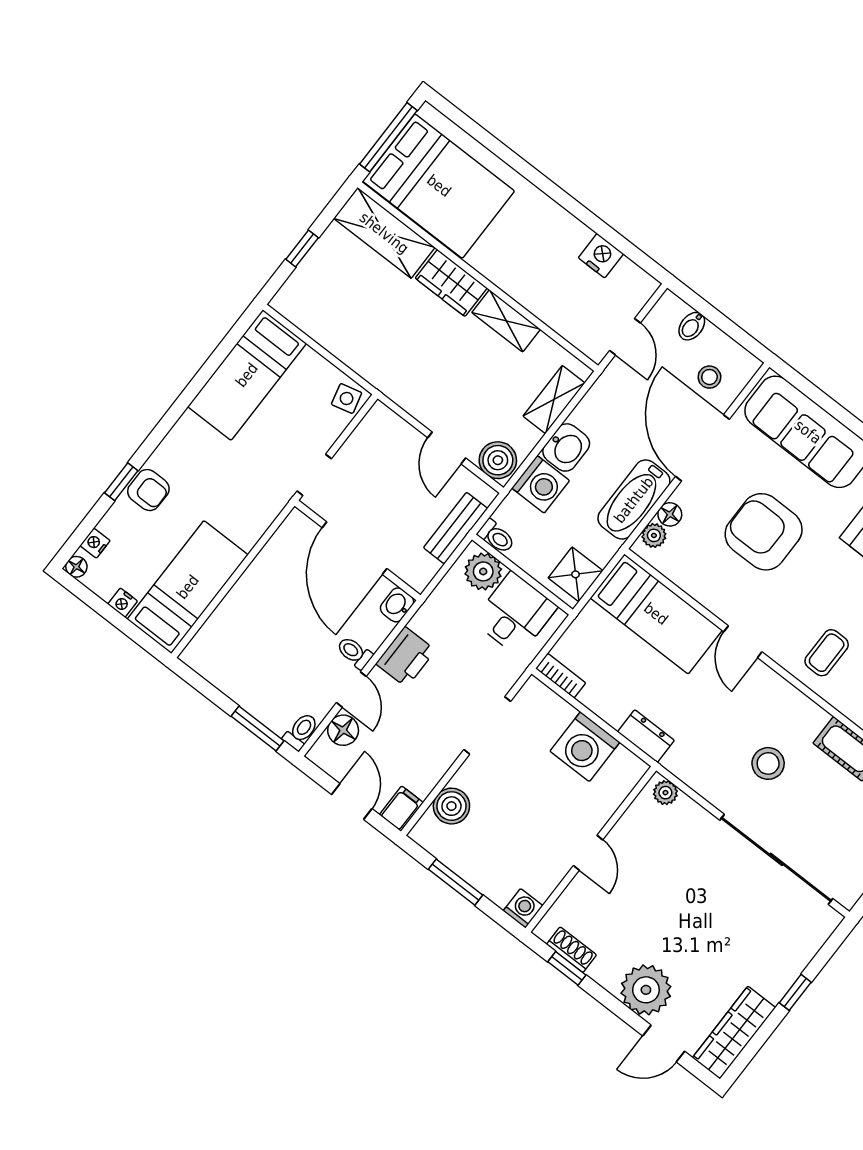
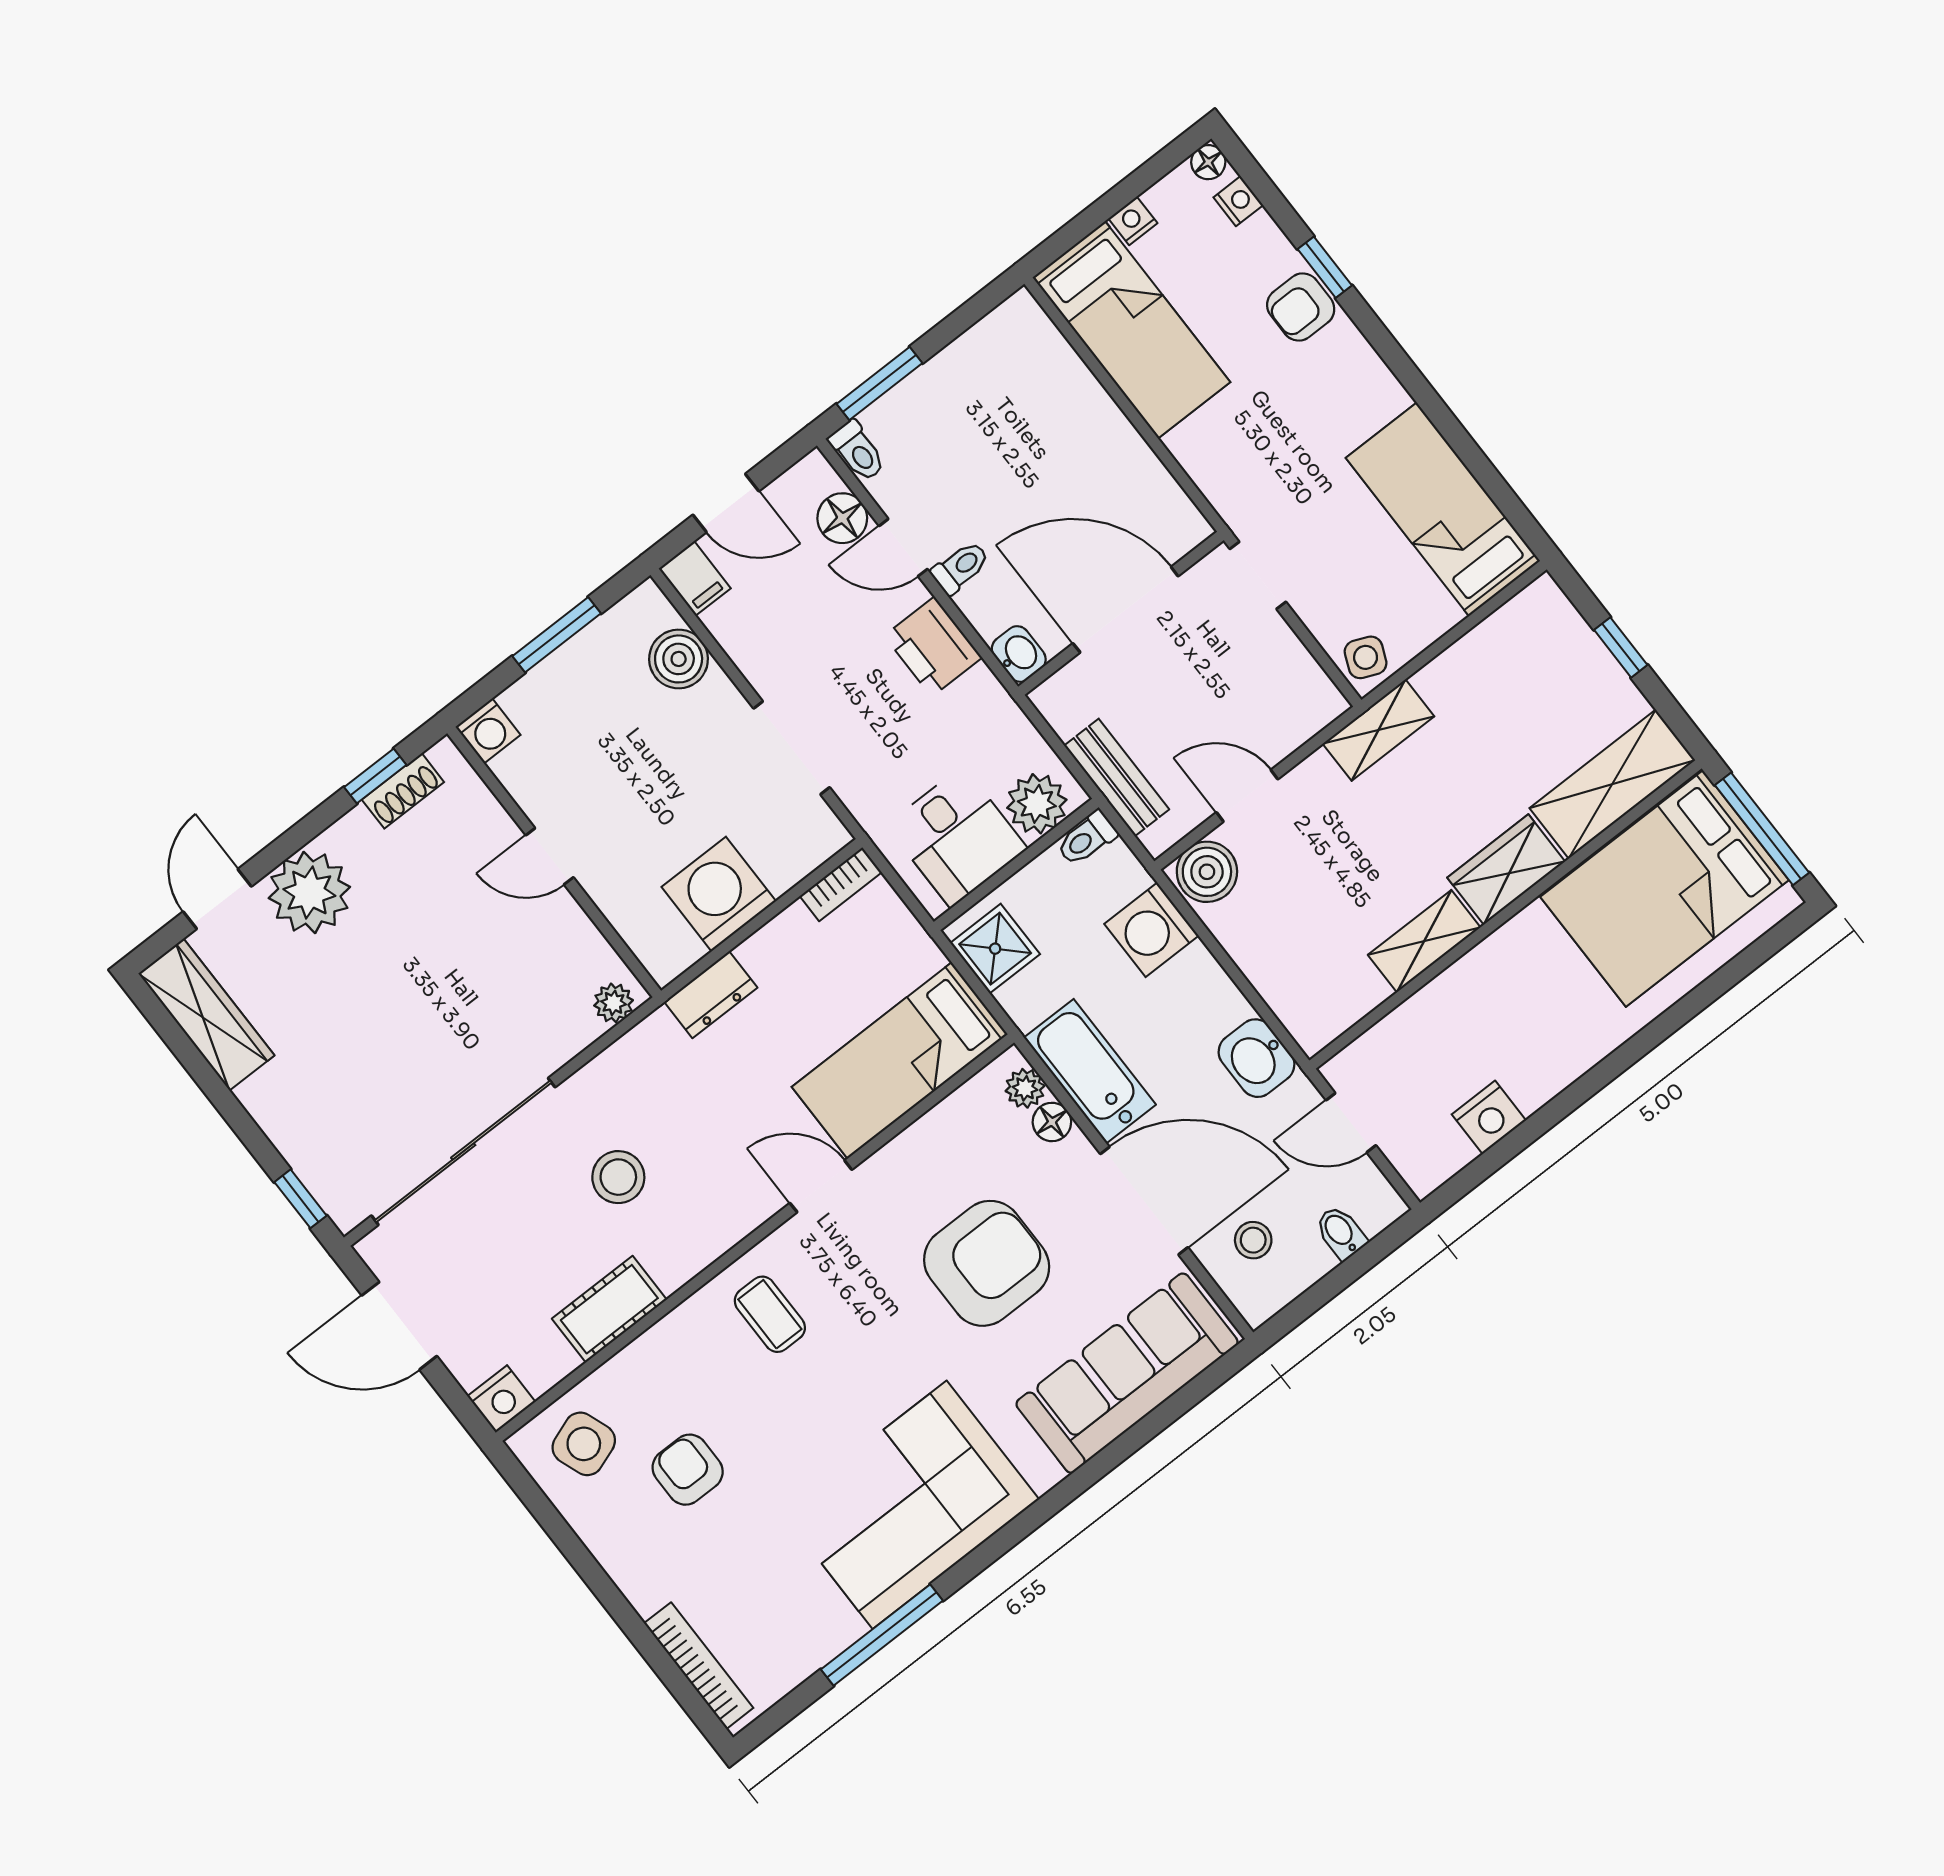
side table: (347, 399) -> (1366, 657), turned 37
shelving: (554, 400) -> (1378, 730), moved, turned 90
washbasin: (566, 447) -> (1256, 1058), moved
window: (795, 992) -> (300, 1199), moved

